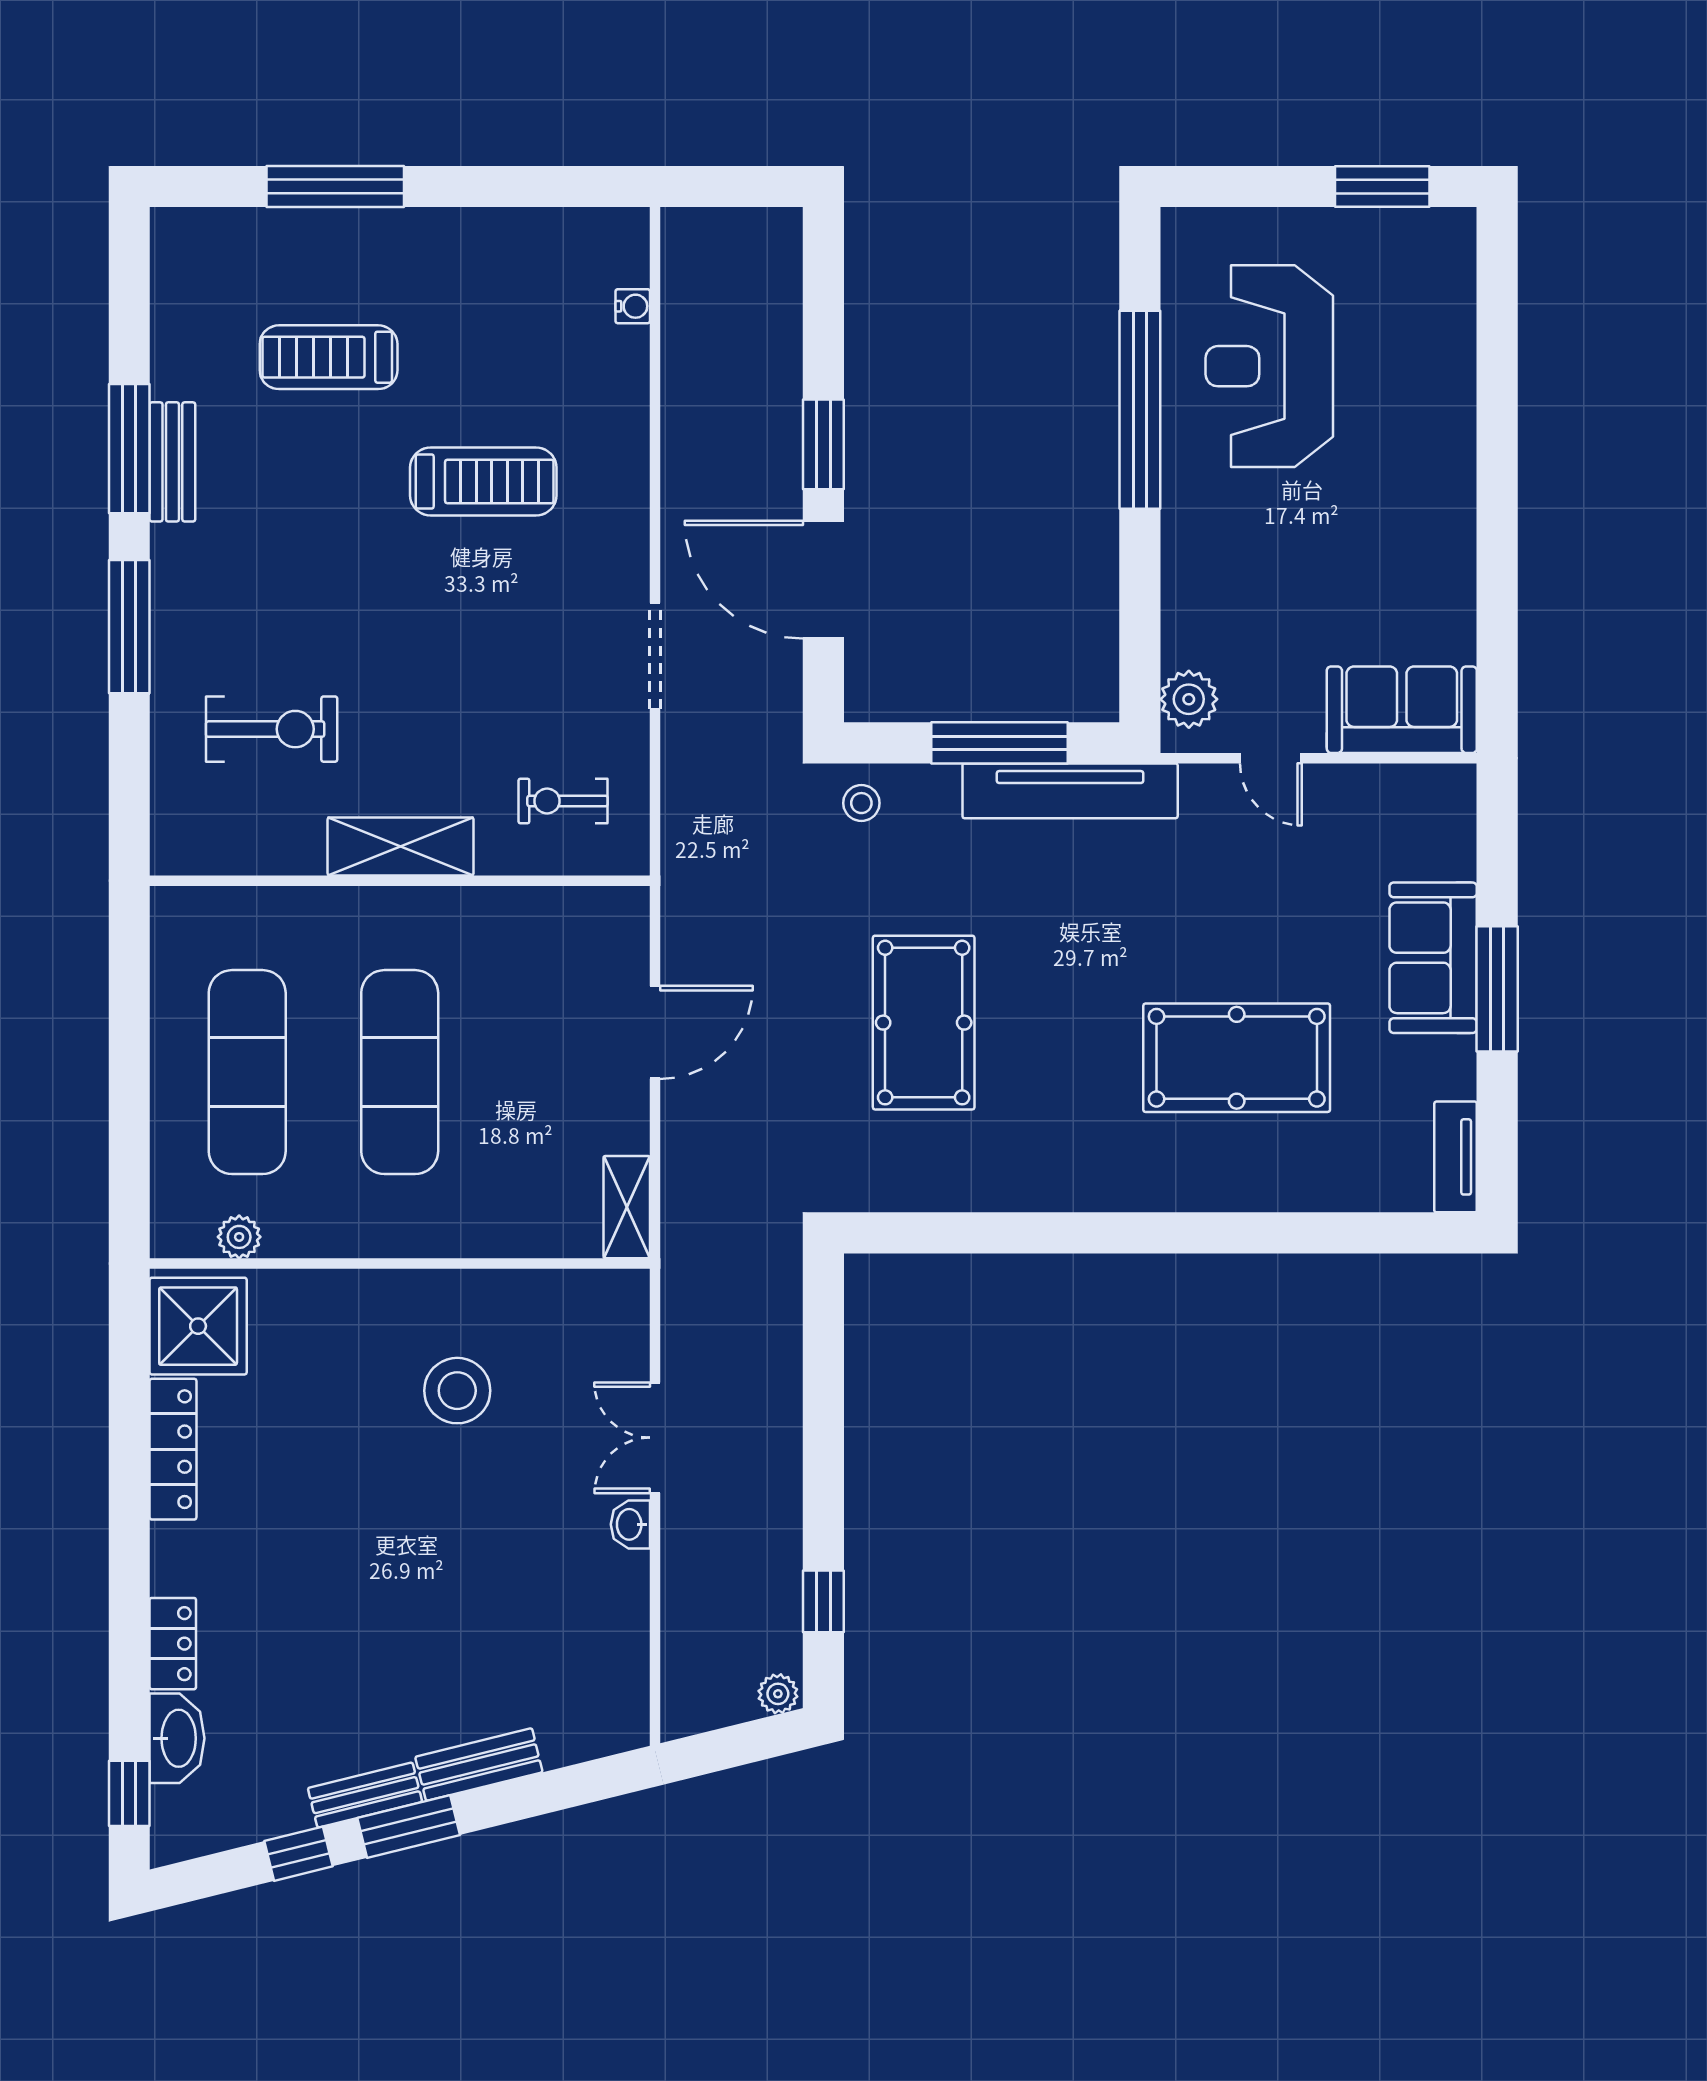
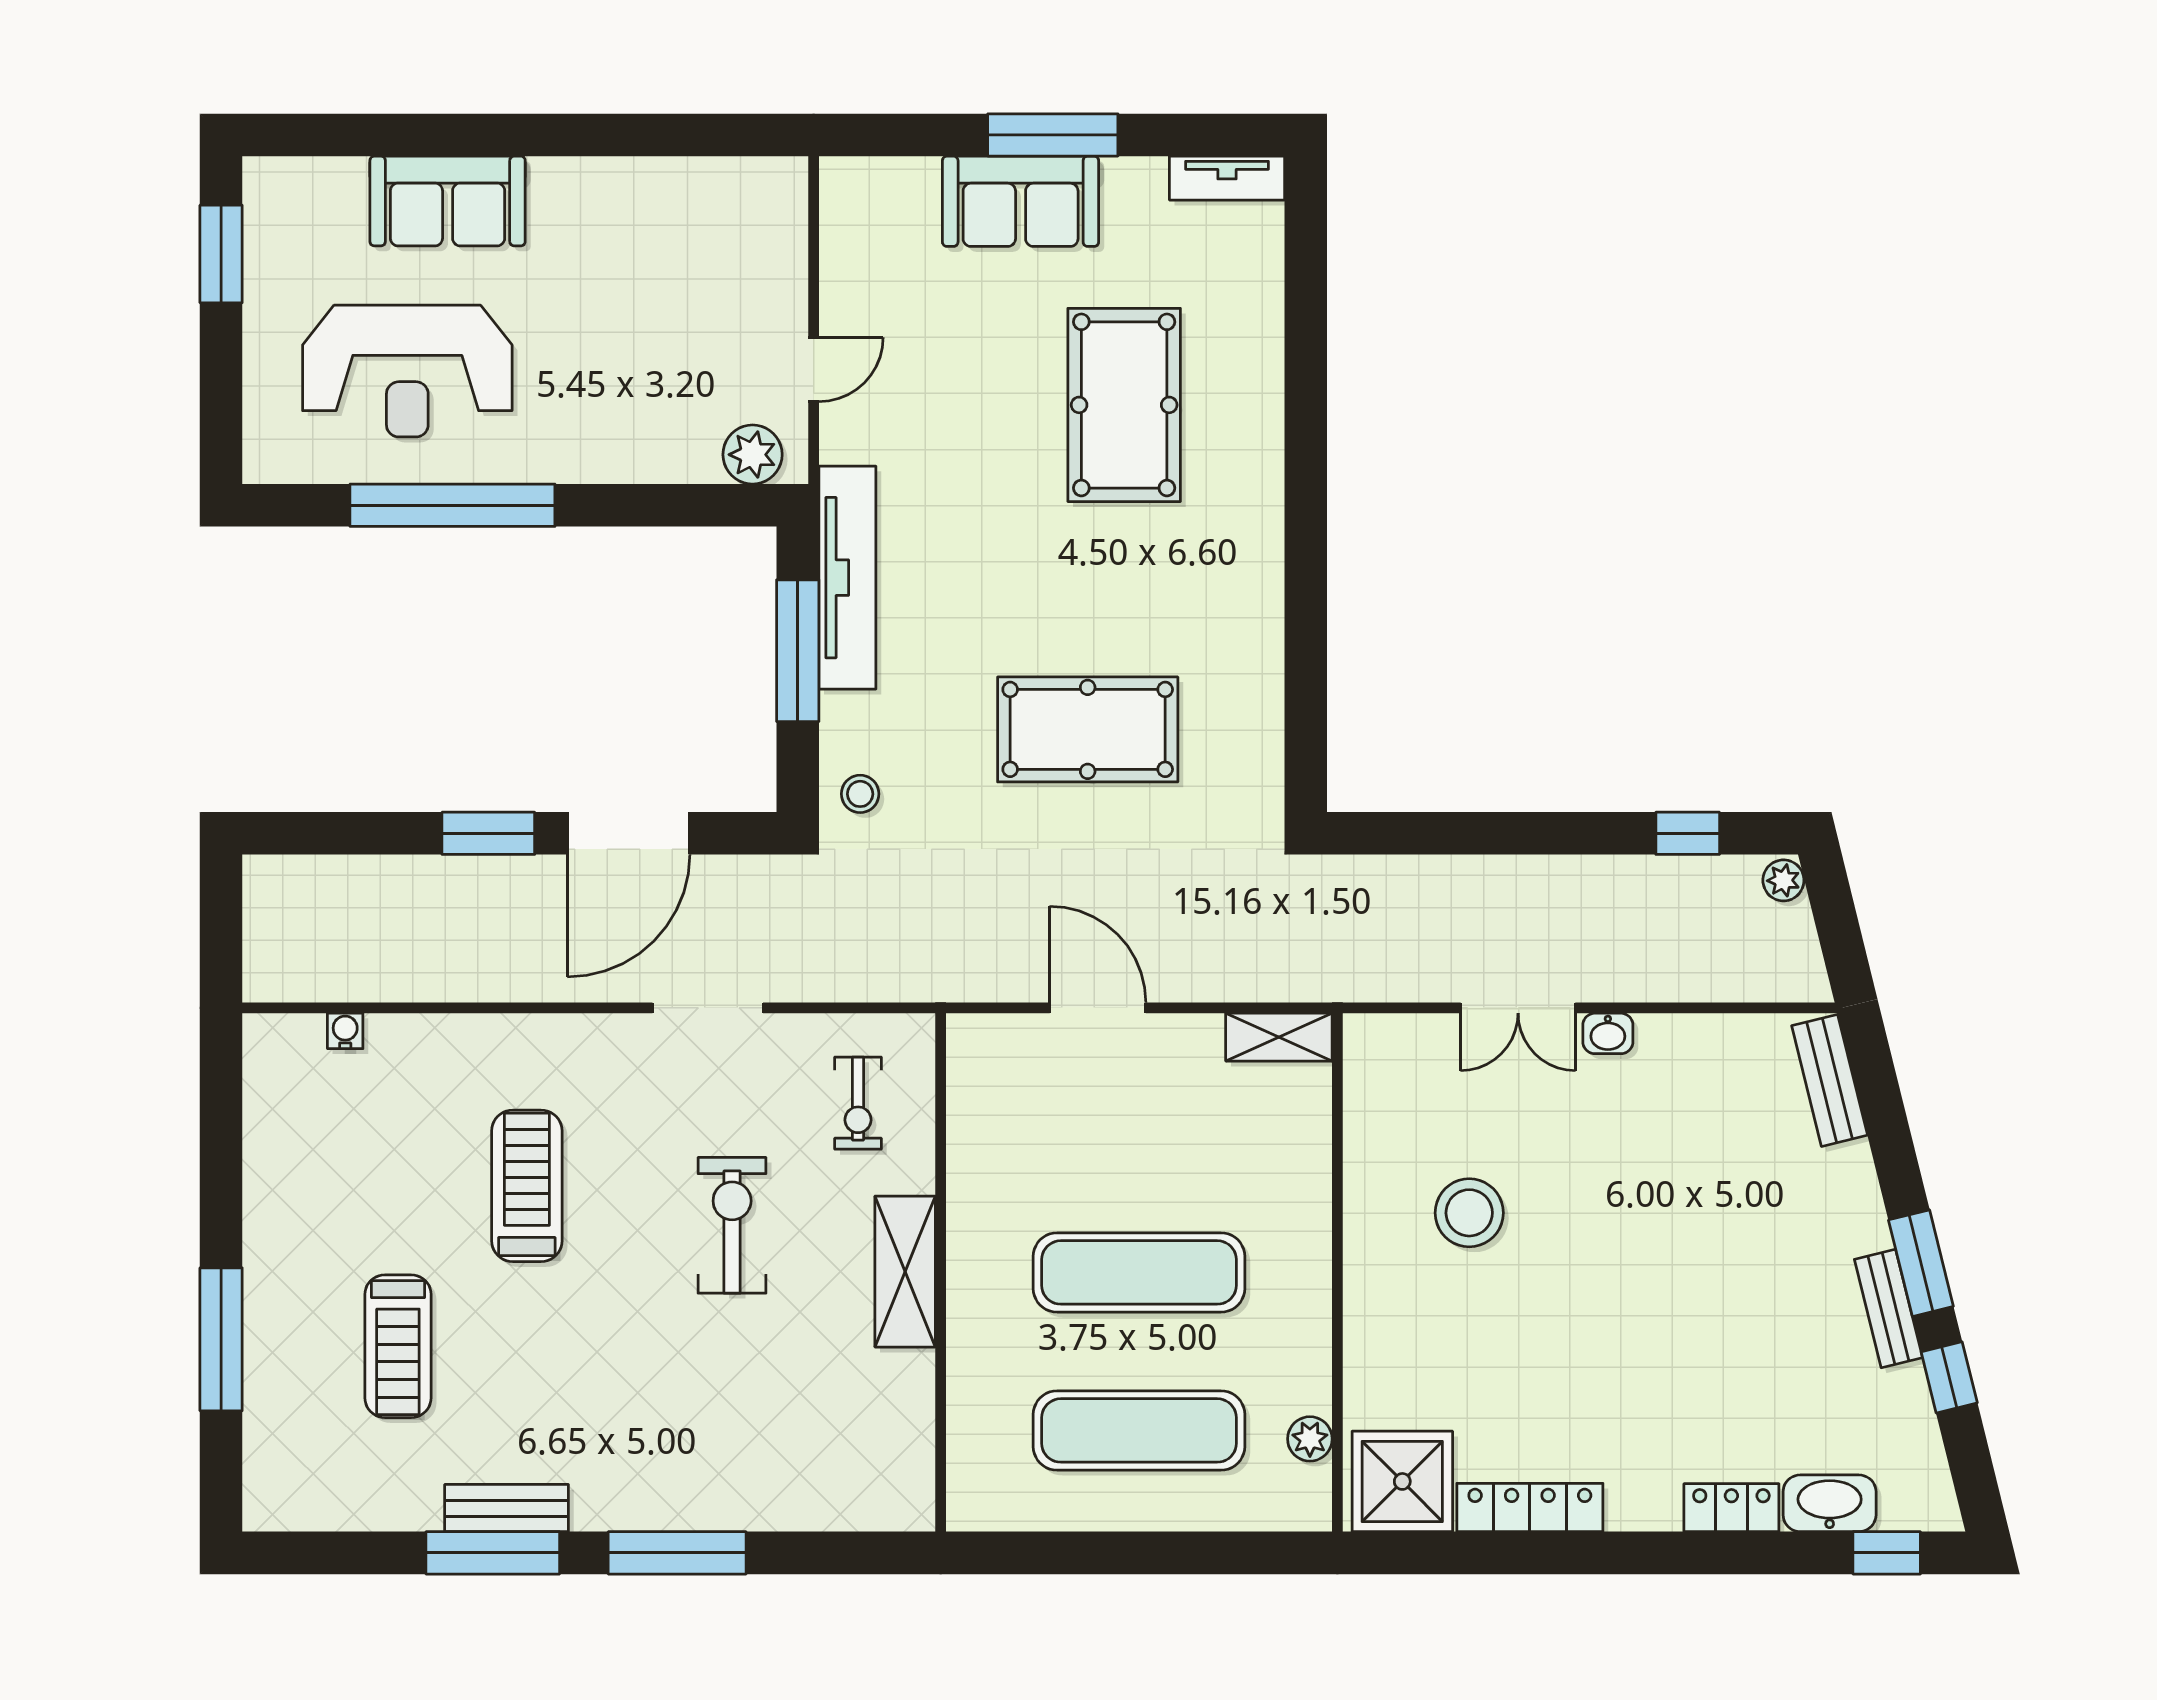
sofa: (1402, 710) -> (448, 201), moved, turned -90
exercise bike: (272, 729) -> (732, 1225), moved
bench: (479, 1764) -> (1830, 1080), moved

